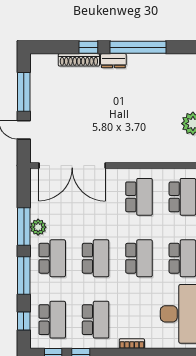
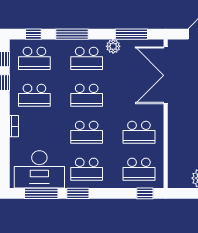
window: (24, 227) -> (131, 34), moved

